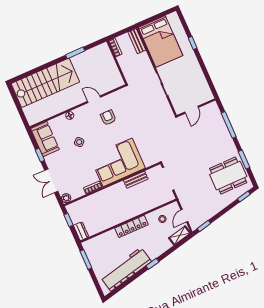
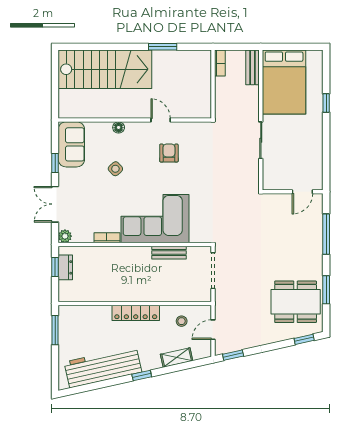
door: (192, 110) -> (302, 192), moved
dresser: (81, 231) -> (65, 267), moved
shelving: (180, 235) -> (177, 358), moved

